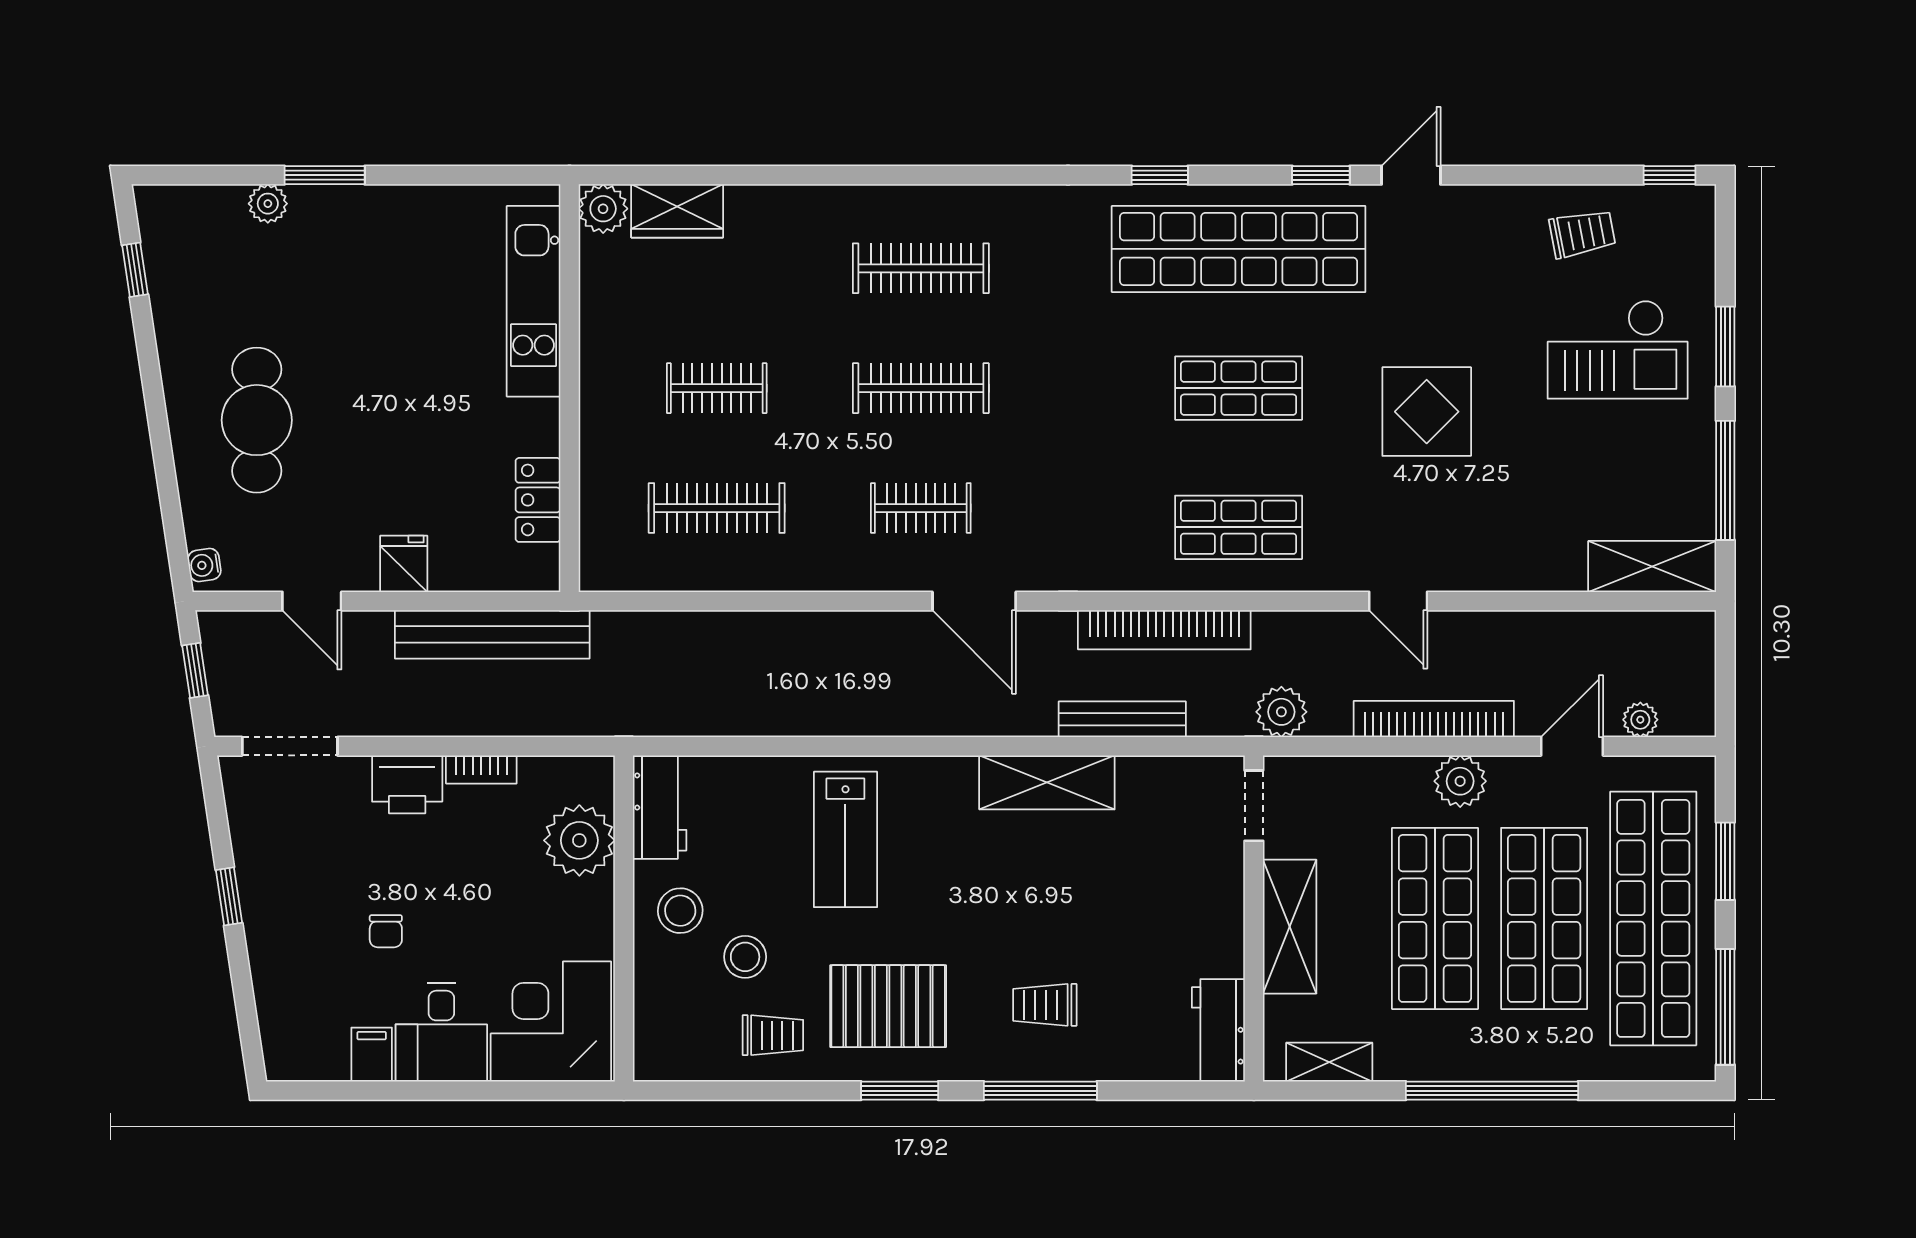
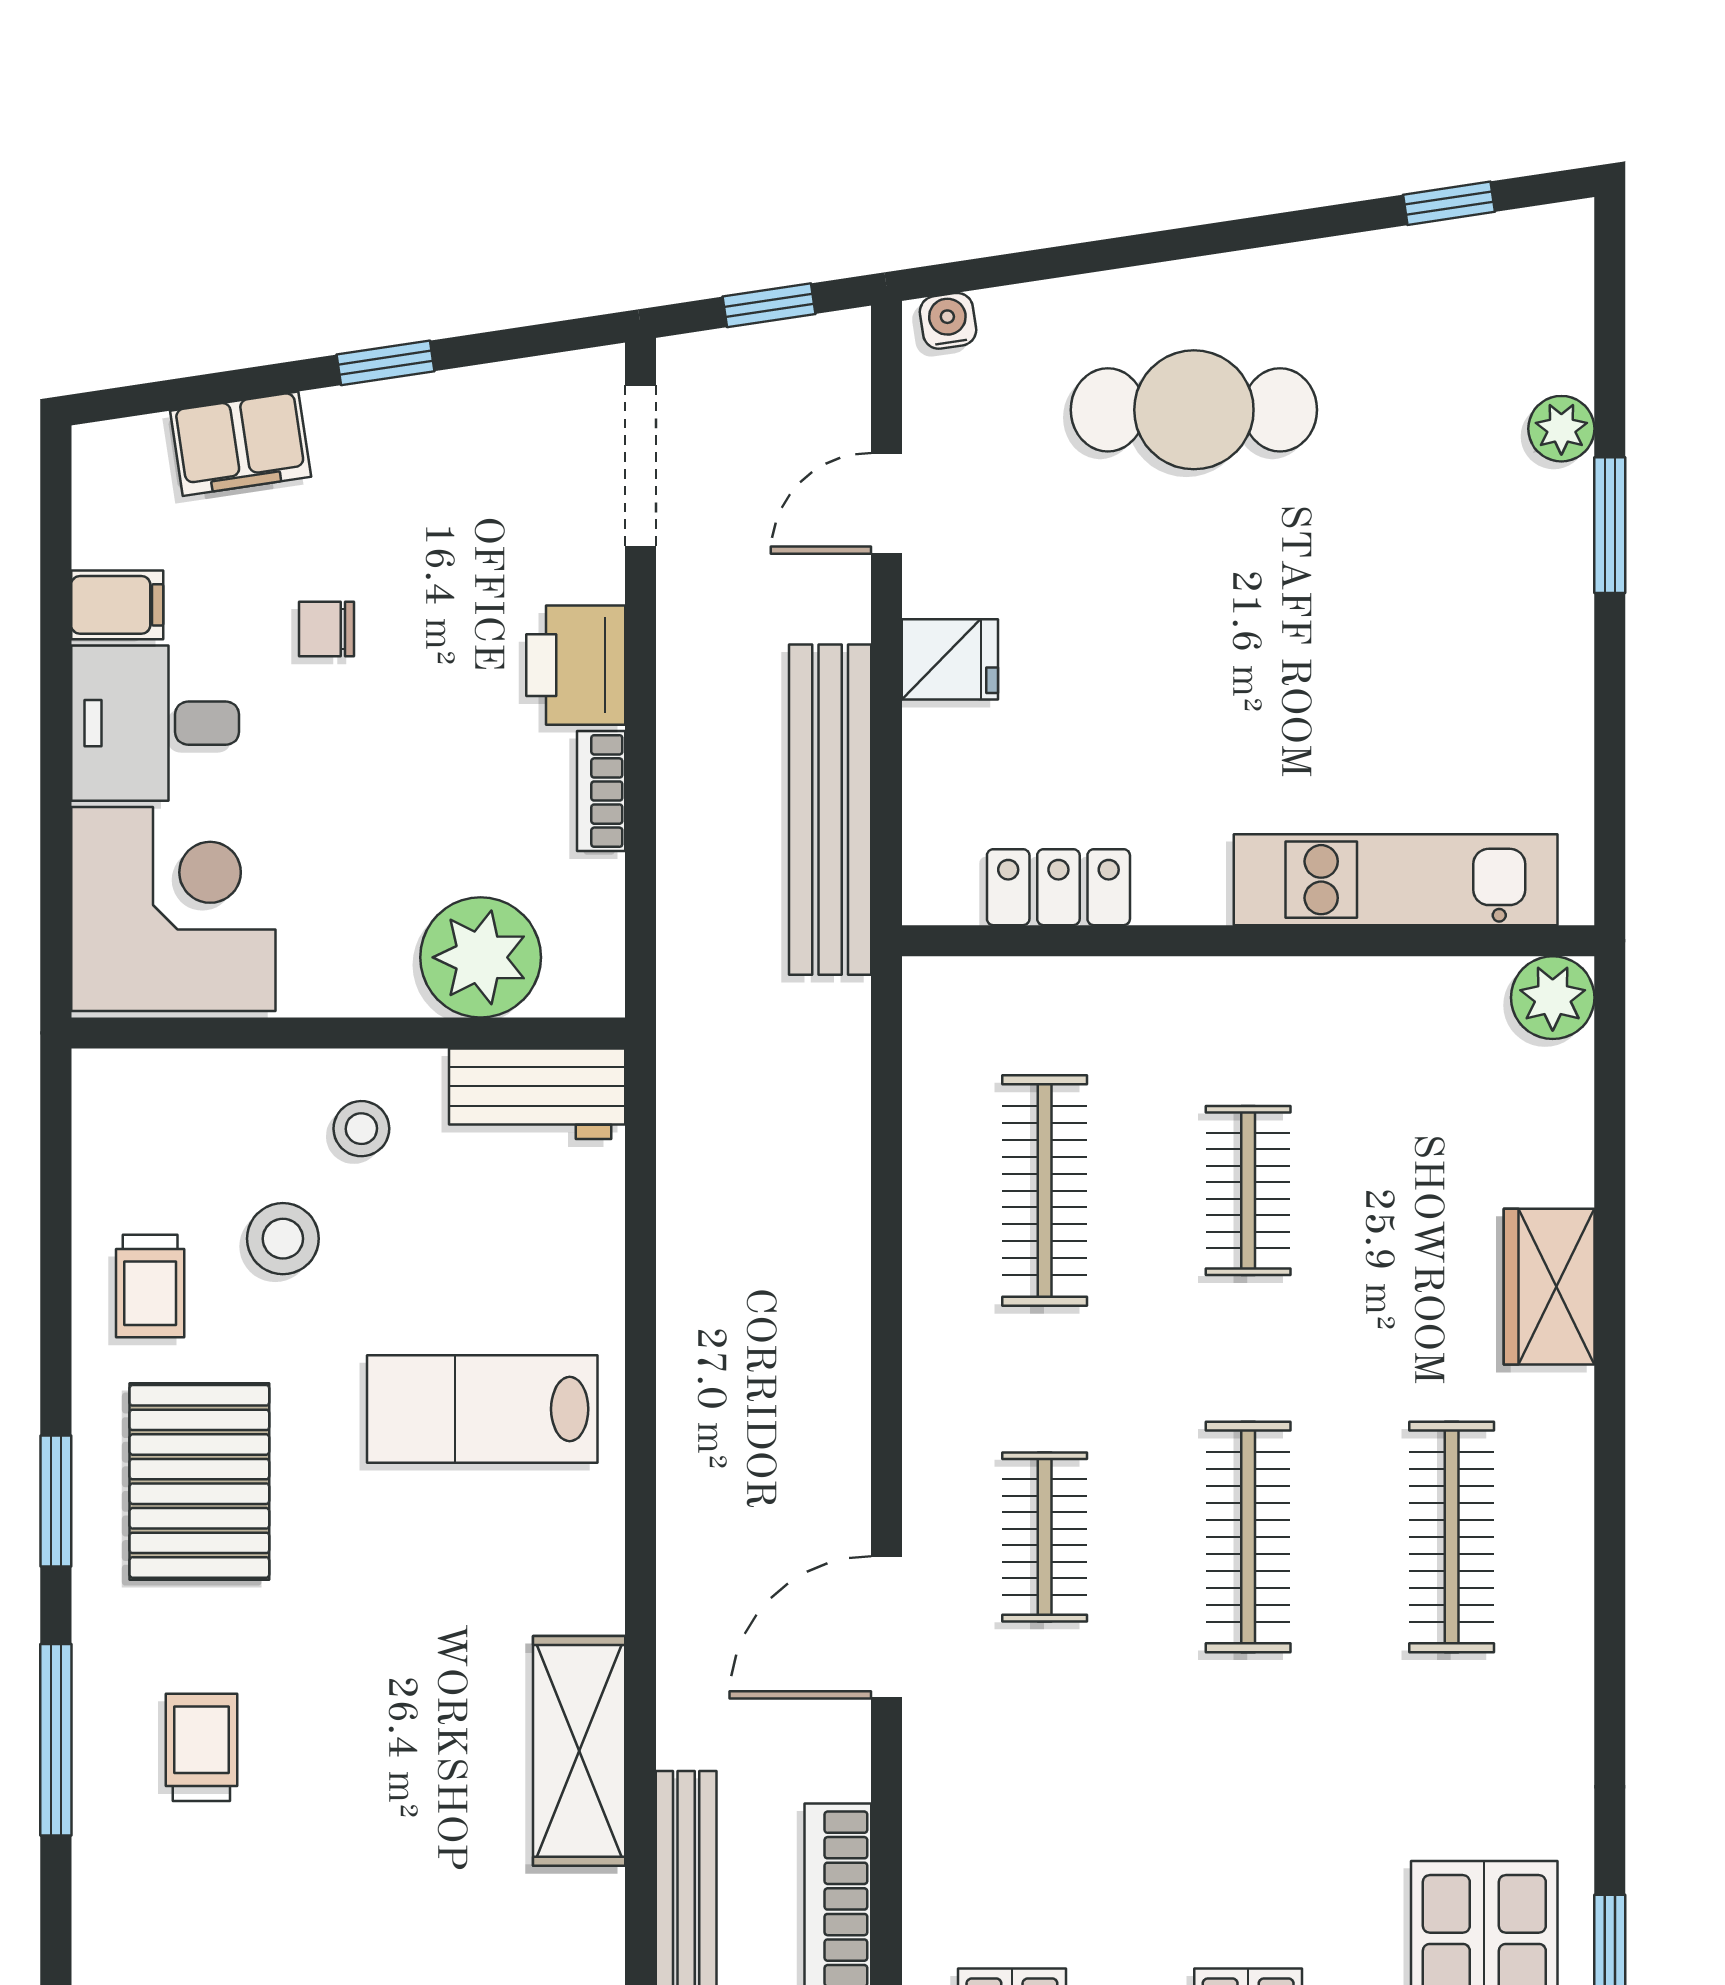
wardrobe: (677, 211) -> (1549, 1287), moved
stool: (680, 911) -> (361, 1129), width x0.73, depth x0.73
filing cabinet: (277, 982) -> (241, 444), added

